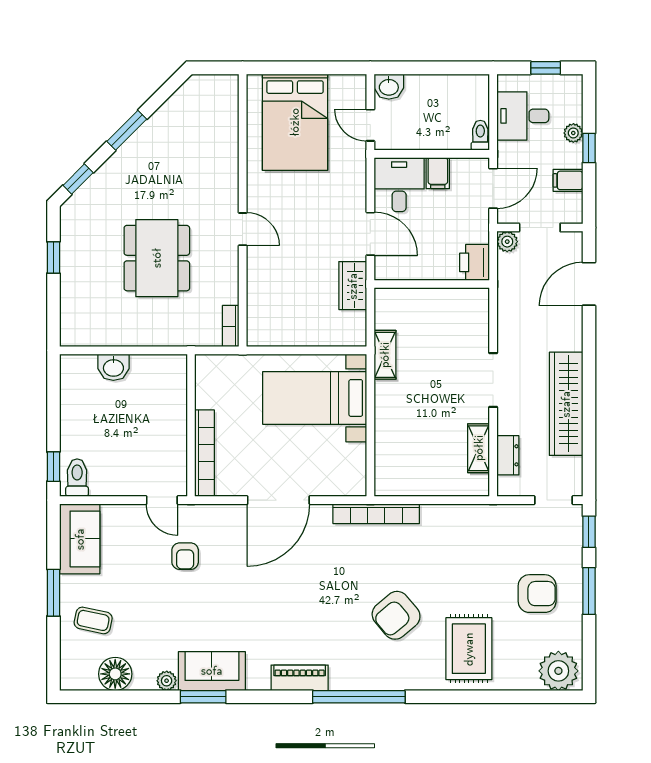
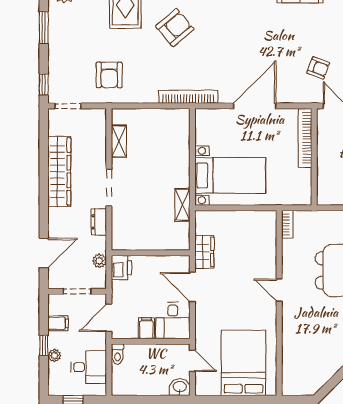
plant: (507, 242) -> (99, 261), moved
dresser: (508, 455) -> (99, 222), moved
armchair: (185, 556) -> (318, 68), turned 111
window: (589, 591) -> (44, 28), moved
armchair: (537, 594) -> (109, 75), moved, turned -90

